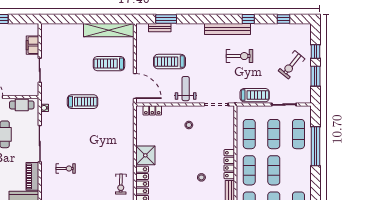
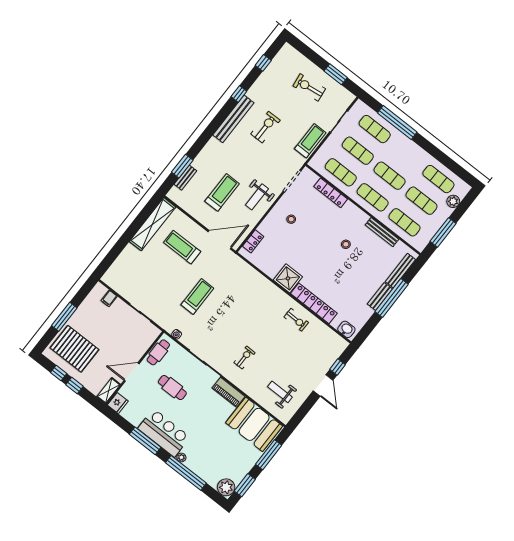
filing cabinet: (33, 45) -> (109, 298), width x0.50
window: (316, 51) -> (314, 57), removed
treadmill: (170, 62) -> (222, 192), turned 180
treadmill: (109, 64) -> (182, 247), turned 90
exercise bike: (292, 65) -> (309, 87), turned 134
weight bench: (186, 89) -> (257, 197), turned -90
locker: (229, 164) -> (331, 193), moved

